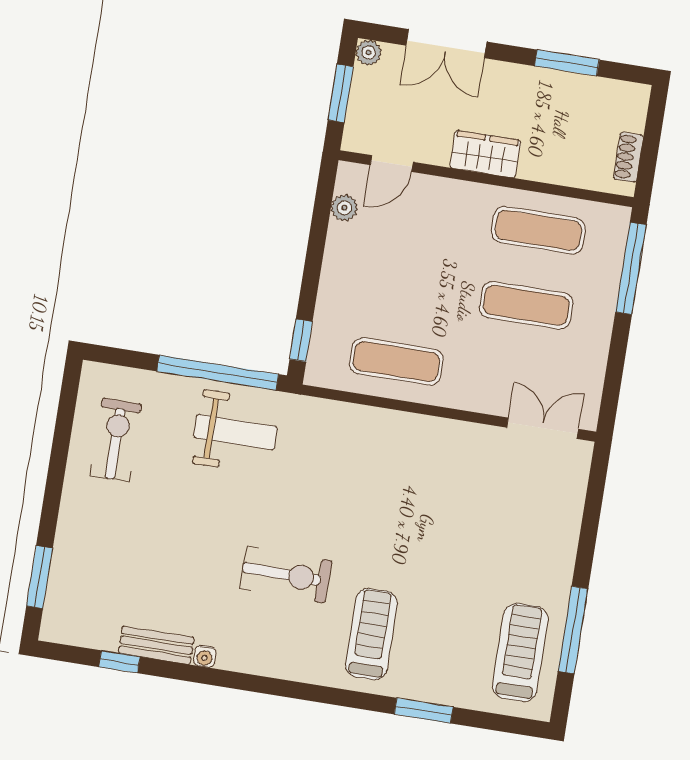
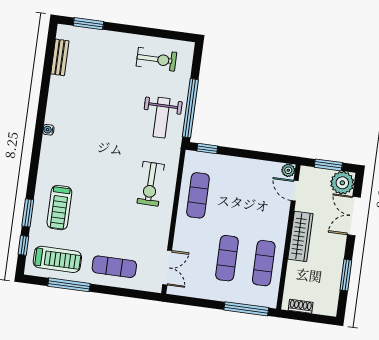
plant: (369, 53) -> (342, 183), width x1.88, depth x1.88
wardrobe: (485, 154) -> (300, 236), width x1.50
plant: (344, 208) -> (288, 170), moved
exercise mat: (538, 536) -> (114, 267), added
exercise bike: (286, 574) -> (151, 184), moved
treadmill: (371, 634) -> (59, 208), moved, turned 90
bench: (156, 645) -> (60, 57), moved
water cooler: (205, 656) -> (48, 130), moved
window: (119, 662) -> (23, 245), moved

